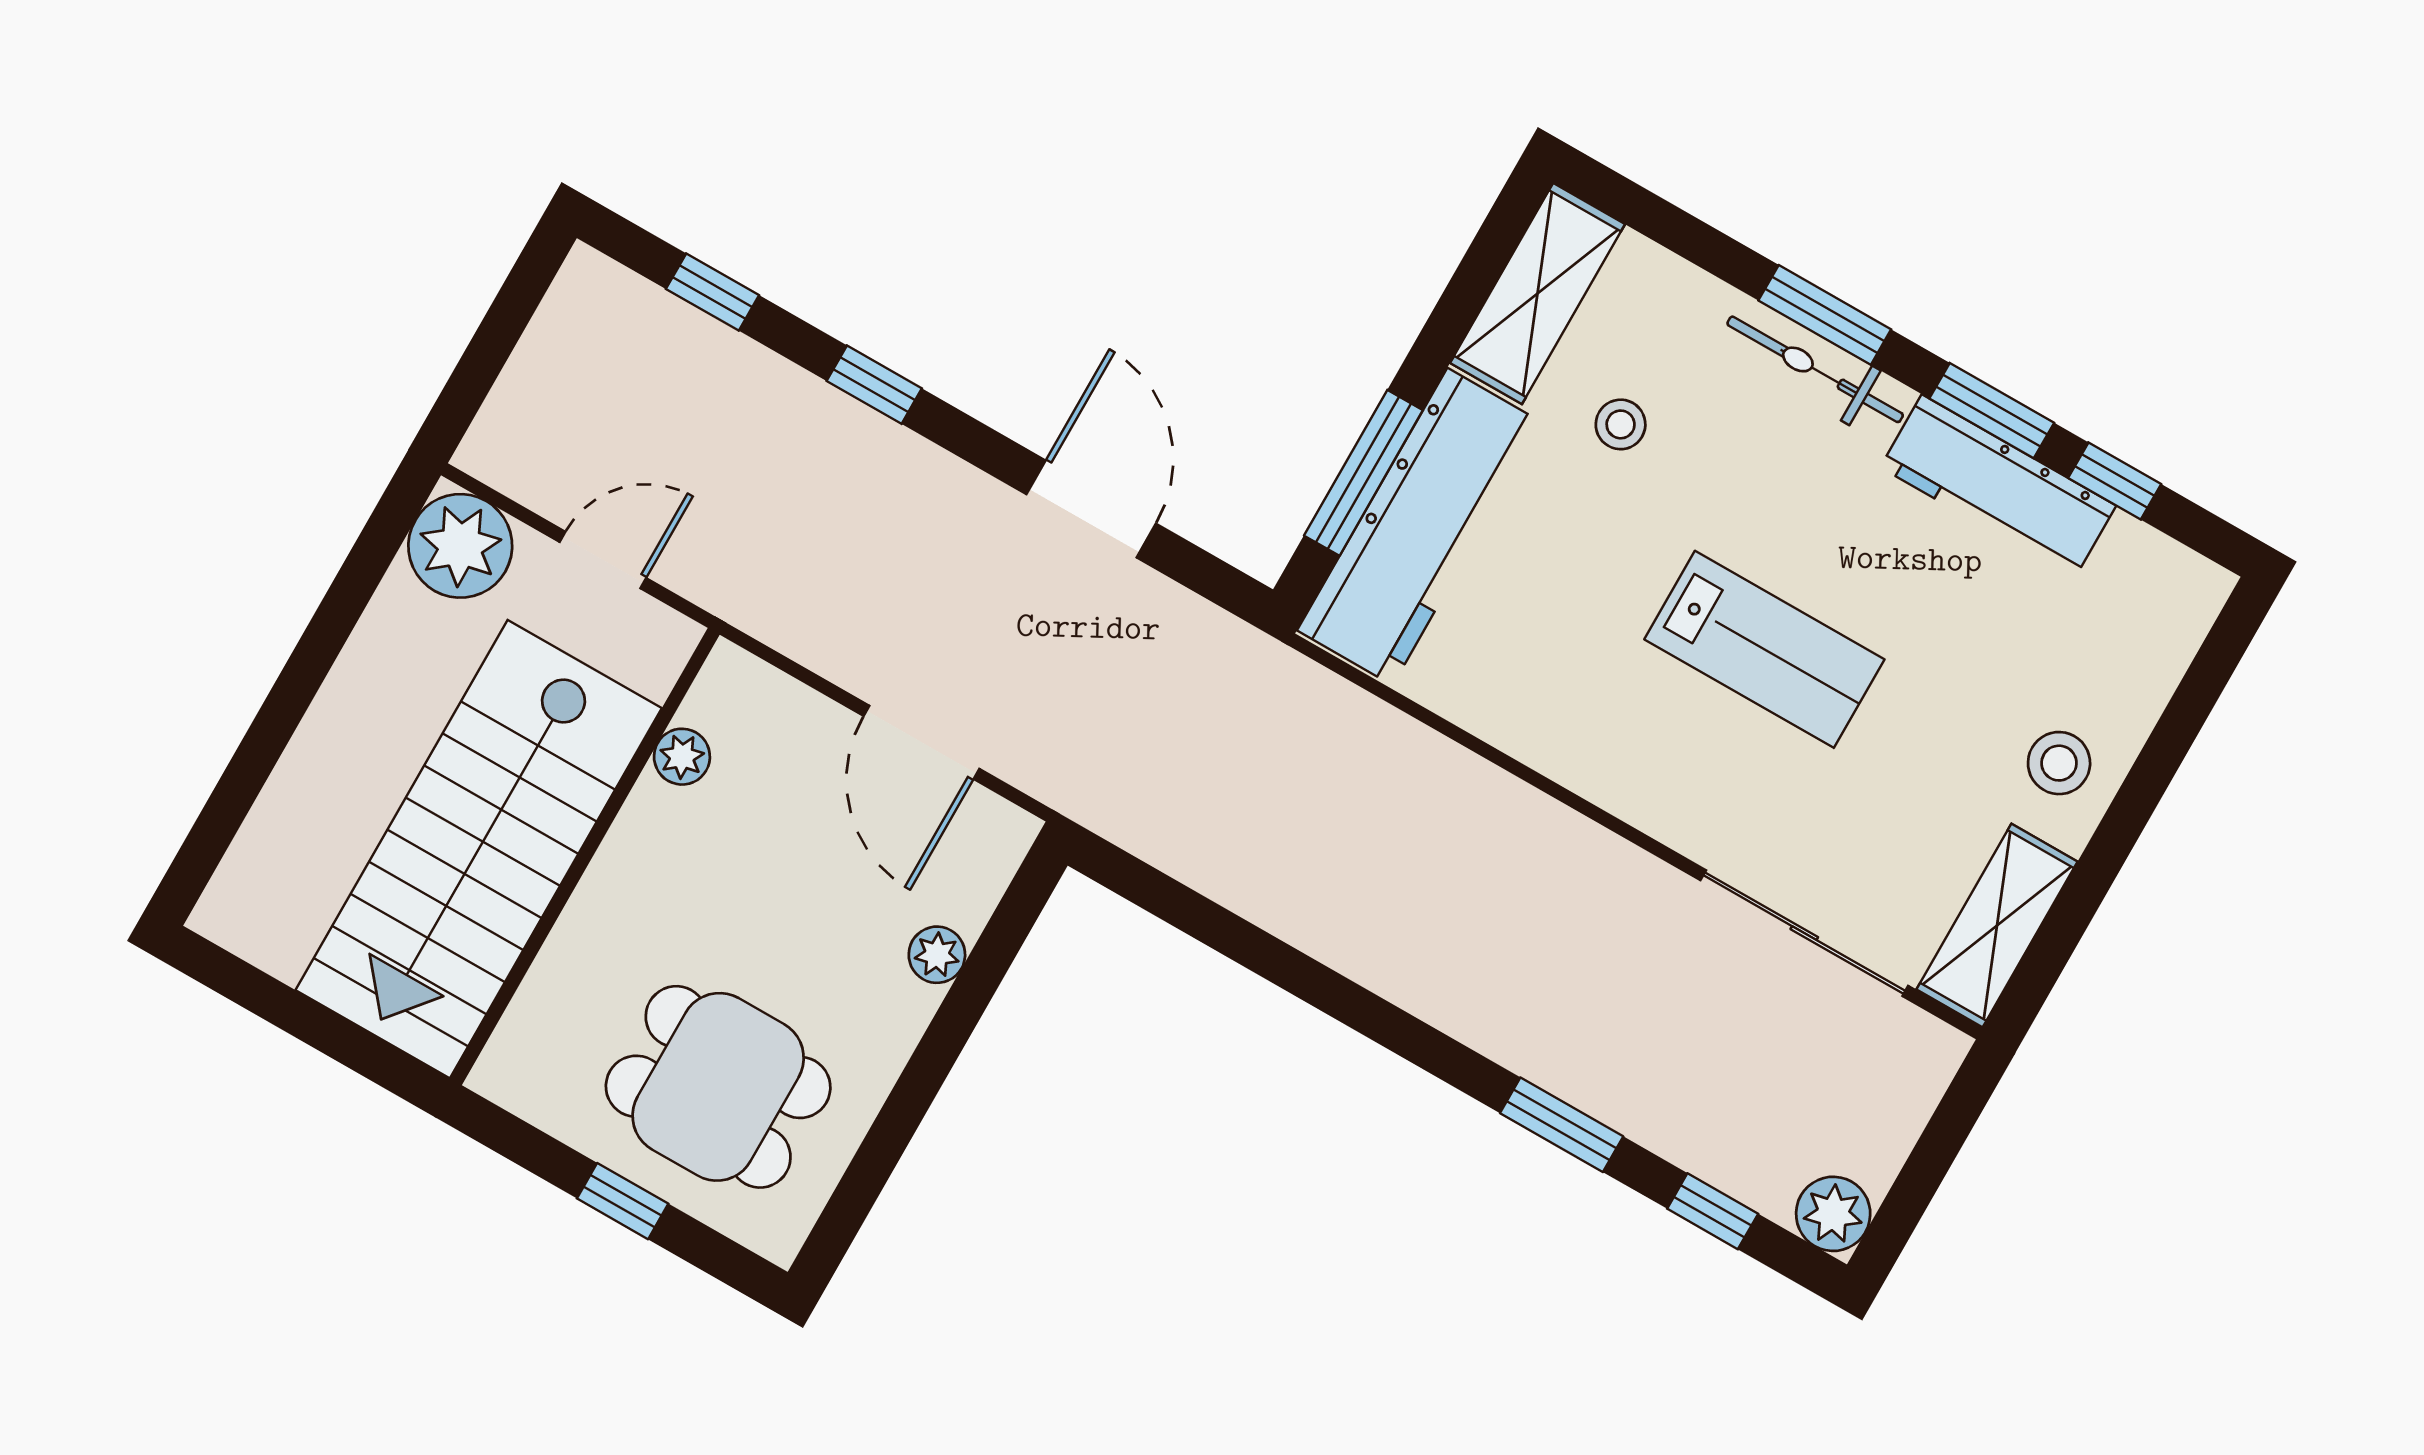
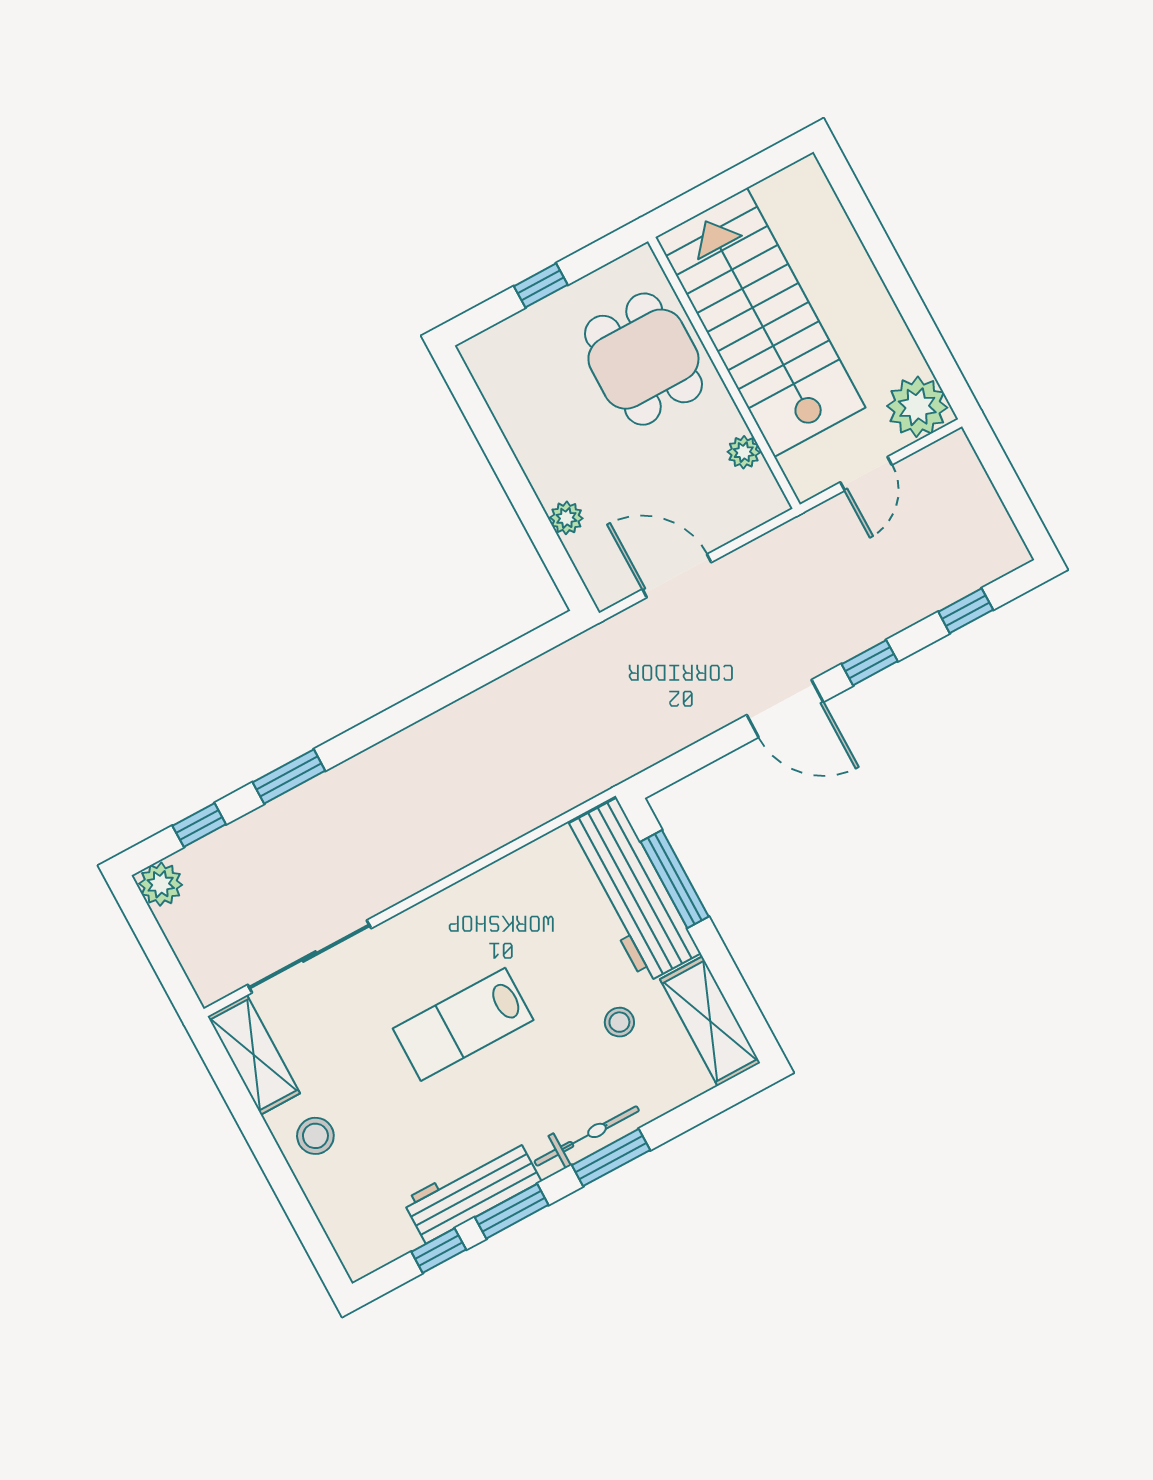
door: (1091, 509) -> (785, 709), moved
dining table: (718, 1087) -> (643, 359), moved, turned 90

